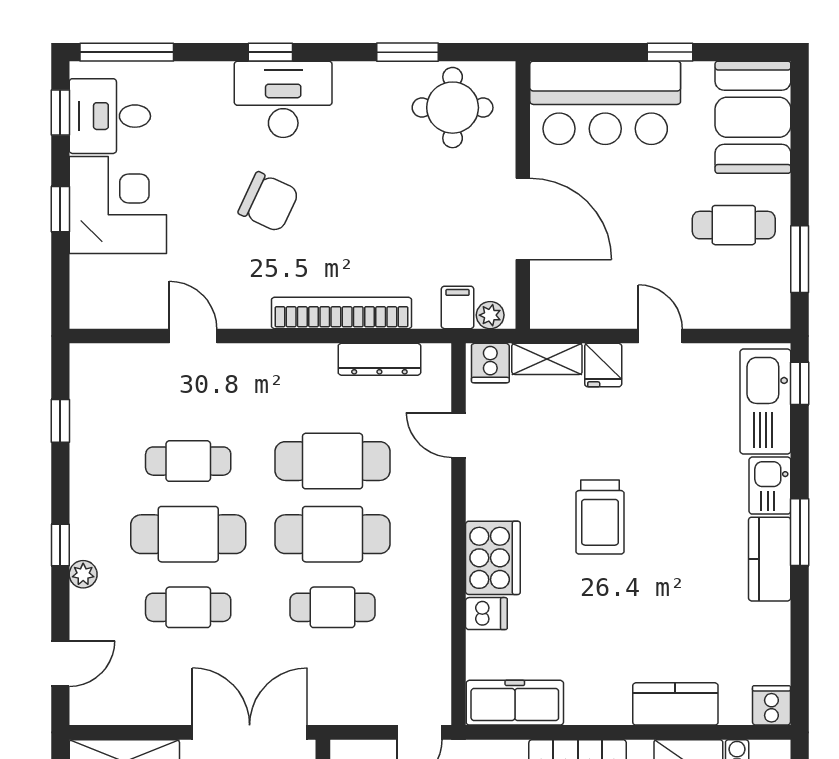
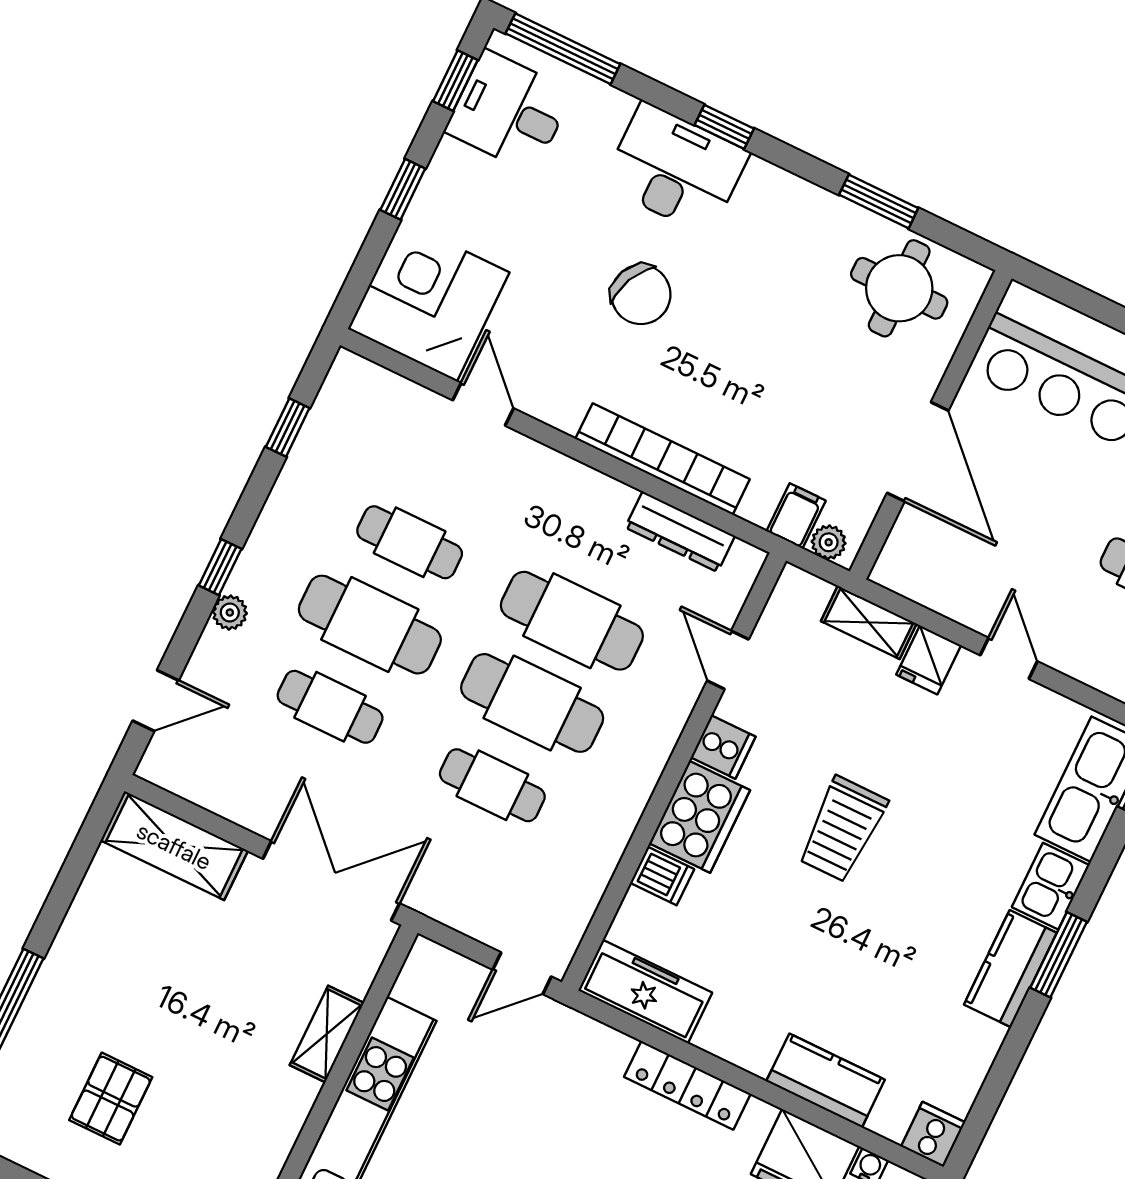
desk: (283, 99) -> (676, 169), moved
corner desk: (118, 205) -> (429, 301), moved, turned -90
cooker: (490, 363) -> (723, 747), moved, turned -90

